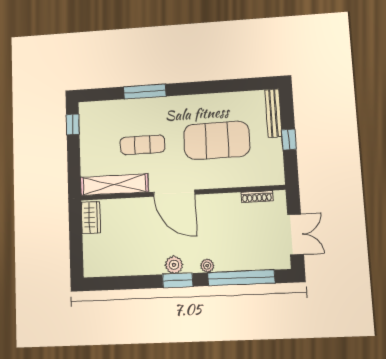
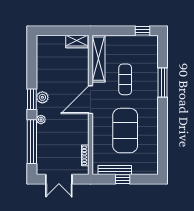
bench: (273, 113) -> (115, 170), moved

